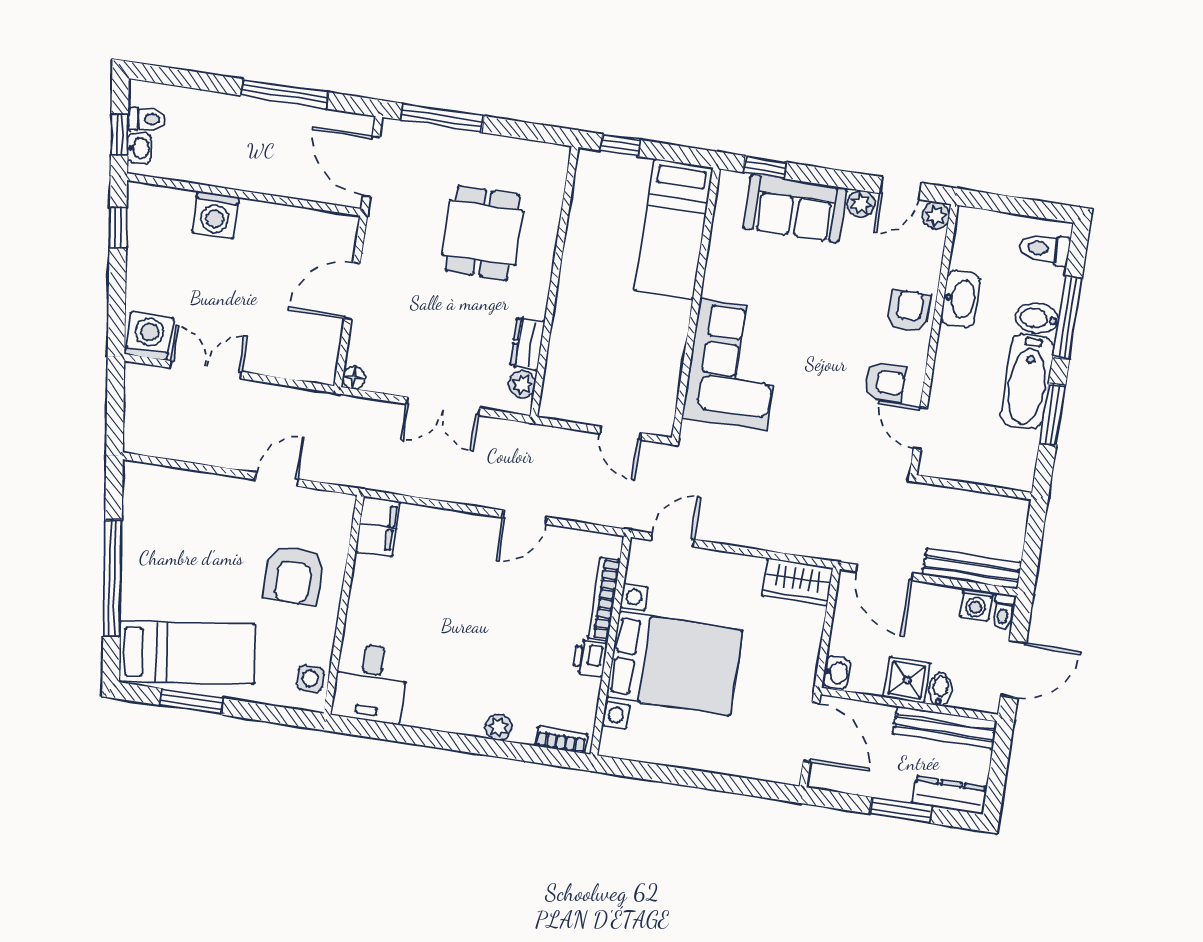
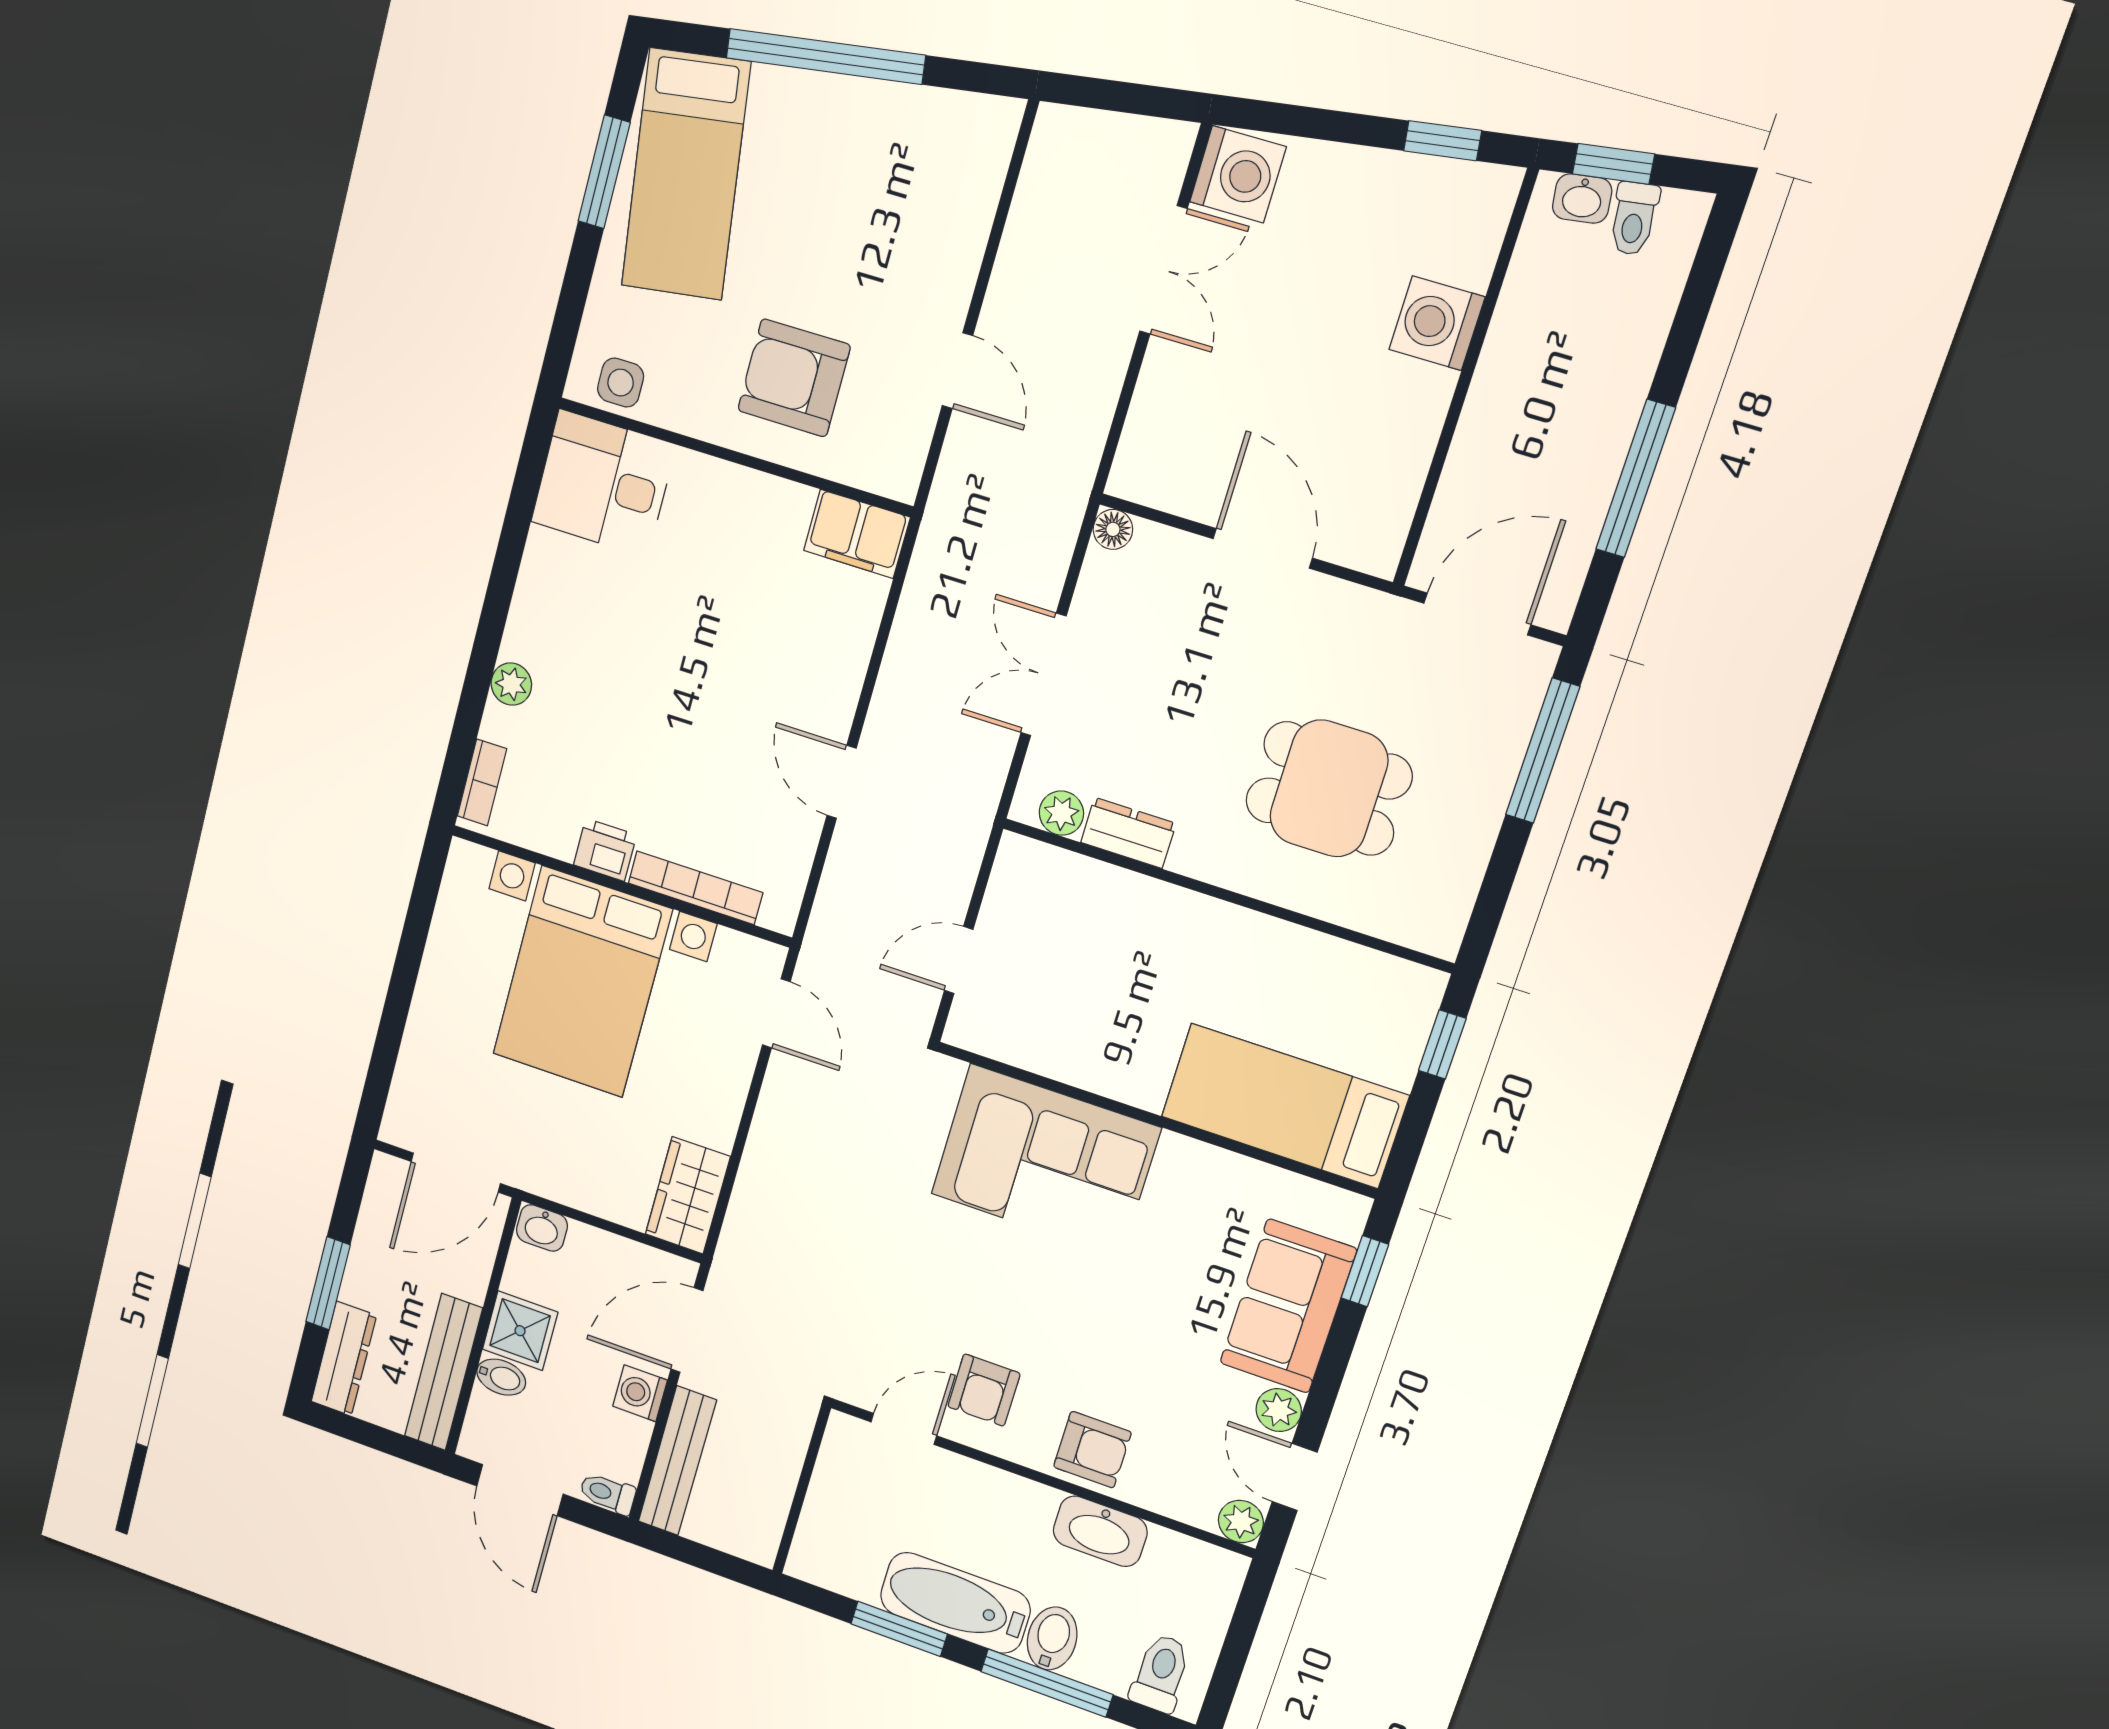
washing machine: (976, 604) -> (640, 1393), moved

